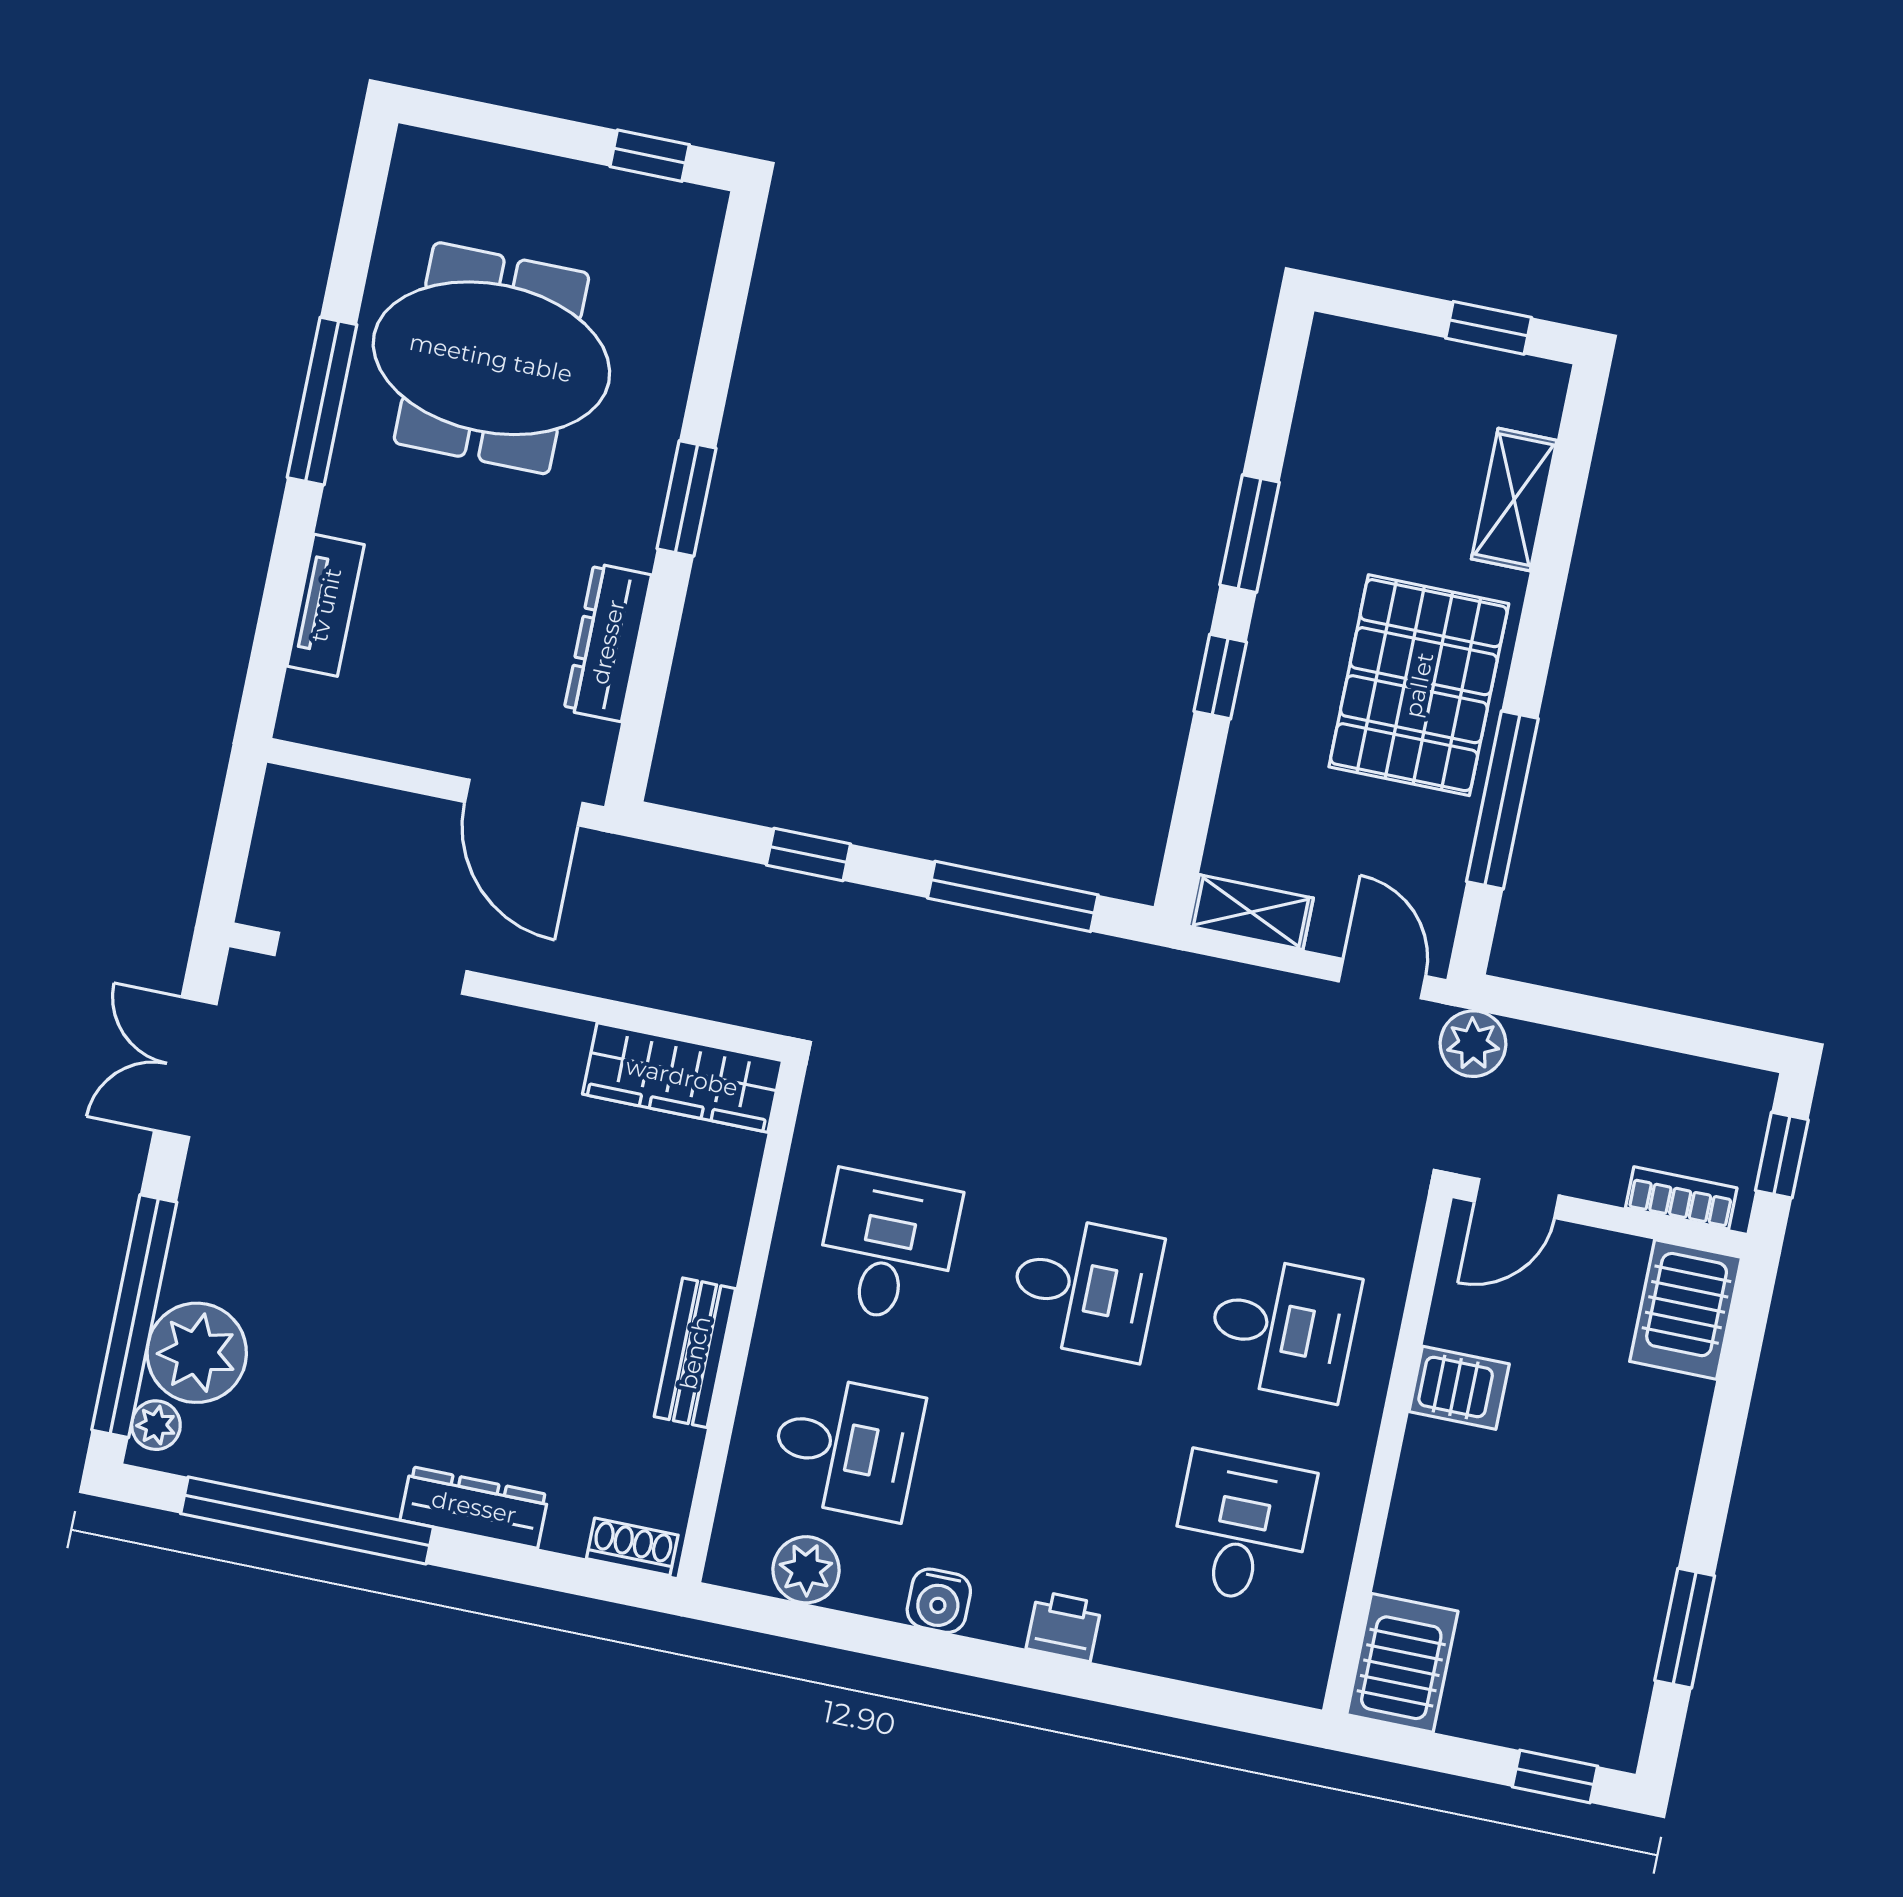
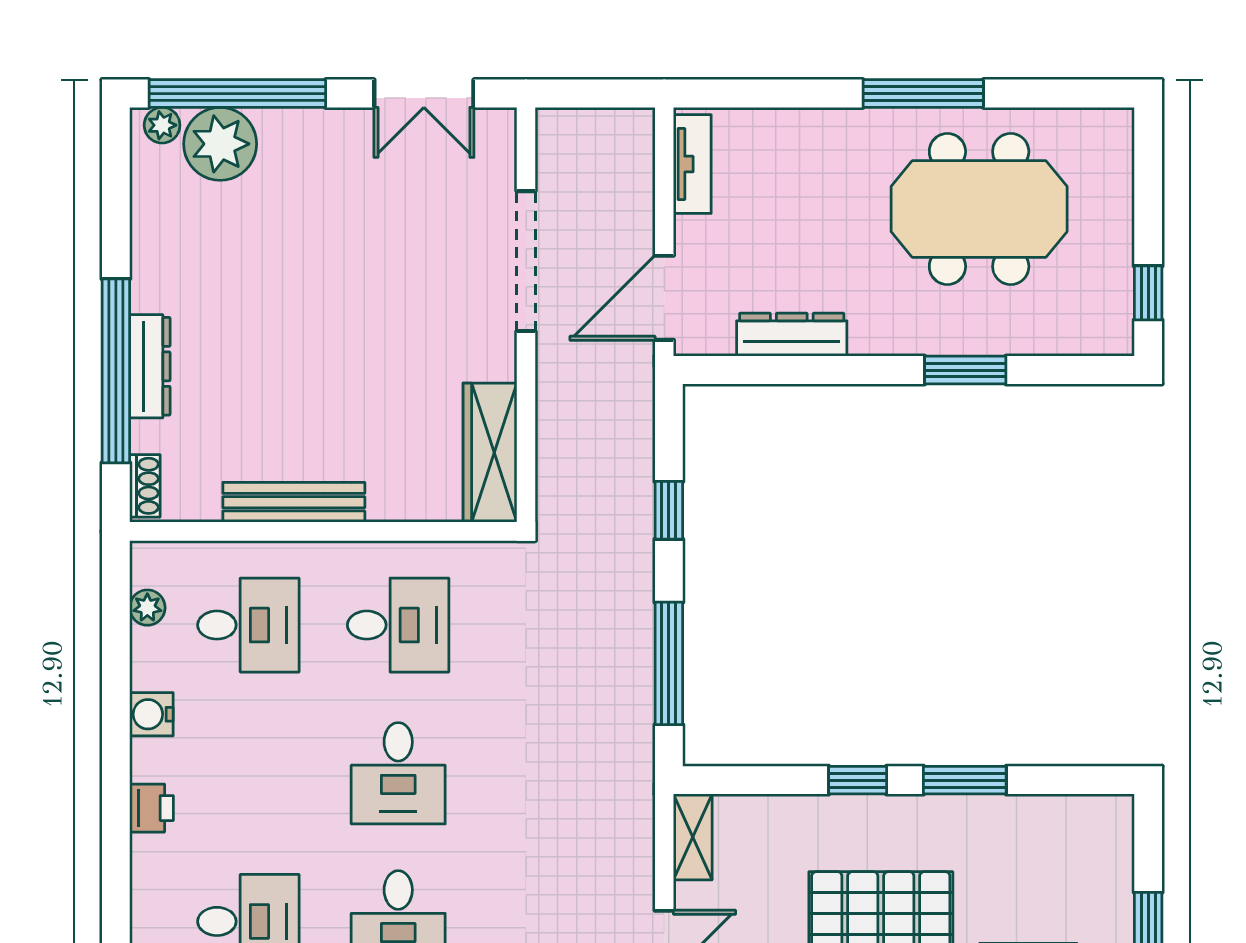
meeting table: (491, 358) -> (979, 209), turned 90
window: (687, 498) -> (965, 370), moved
tv unit: (326, 605) -> (692, 164), moved, turned -90
doorway: (370, 963) -> (526, 261), moved
double door: (185, 1067) -> (424, 94), swing flipped
bench: (695, 1353) -> (294, 502), width x1.36
desk: (846, 1447) -> (248, 625), turned -90
window: (307, 1520) -> (116, 371), moved
plant: (806, 1570) -> (147, 608), width x0.73, depth x0.73

